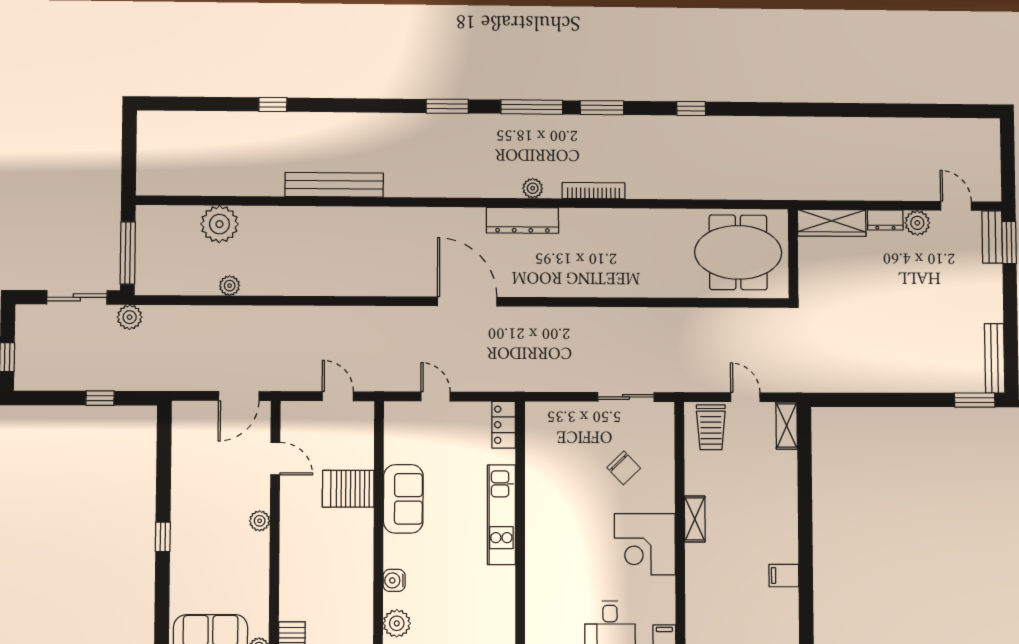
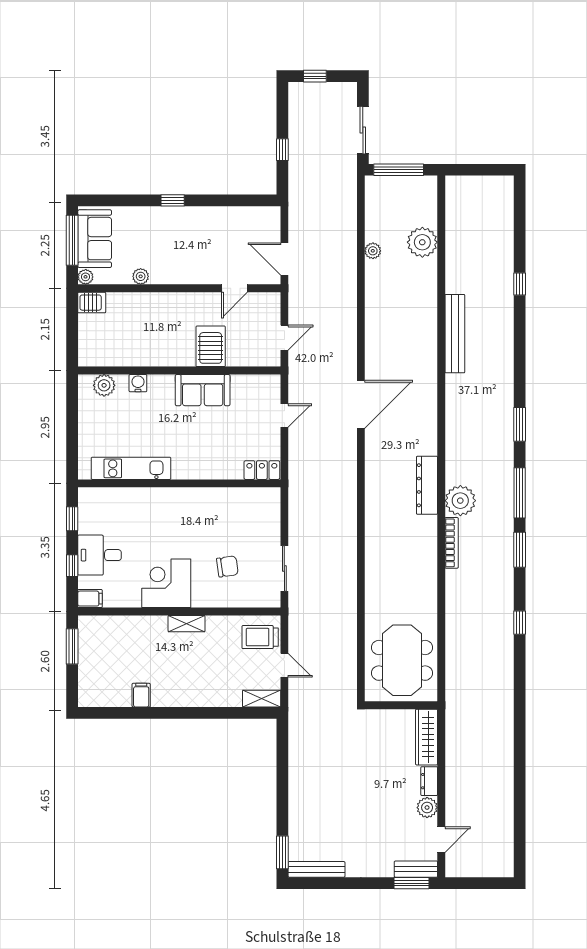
plant: (533, 188) -> (460, 501), width x1.88, depth x1.88
door: (467, 302) -> (361, 404), moved
plant: (130, 317) -> (347, 172), removed
door: (745, 397) -> (284, 665), hinge flipped
chair: (624, 468) -> (227, 566), turned -144
kitchen unit: (501, 515) -> (131, 468), moved
plant: (260, 521) -> (141, 276), moved

